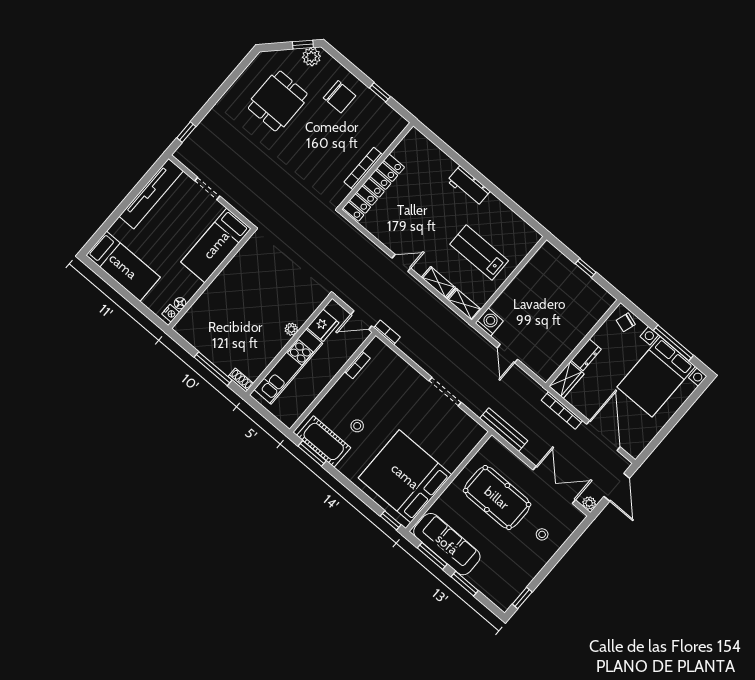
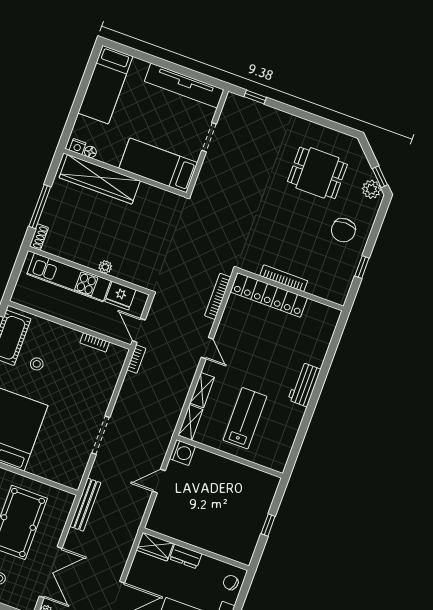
wardrobe: (208, 304) -> (100, 179), added
bookcase: (562, 410) -> (218, 296), moved

